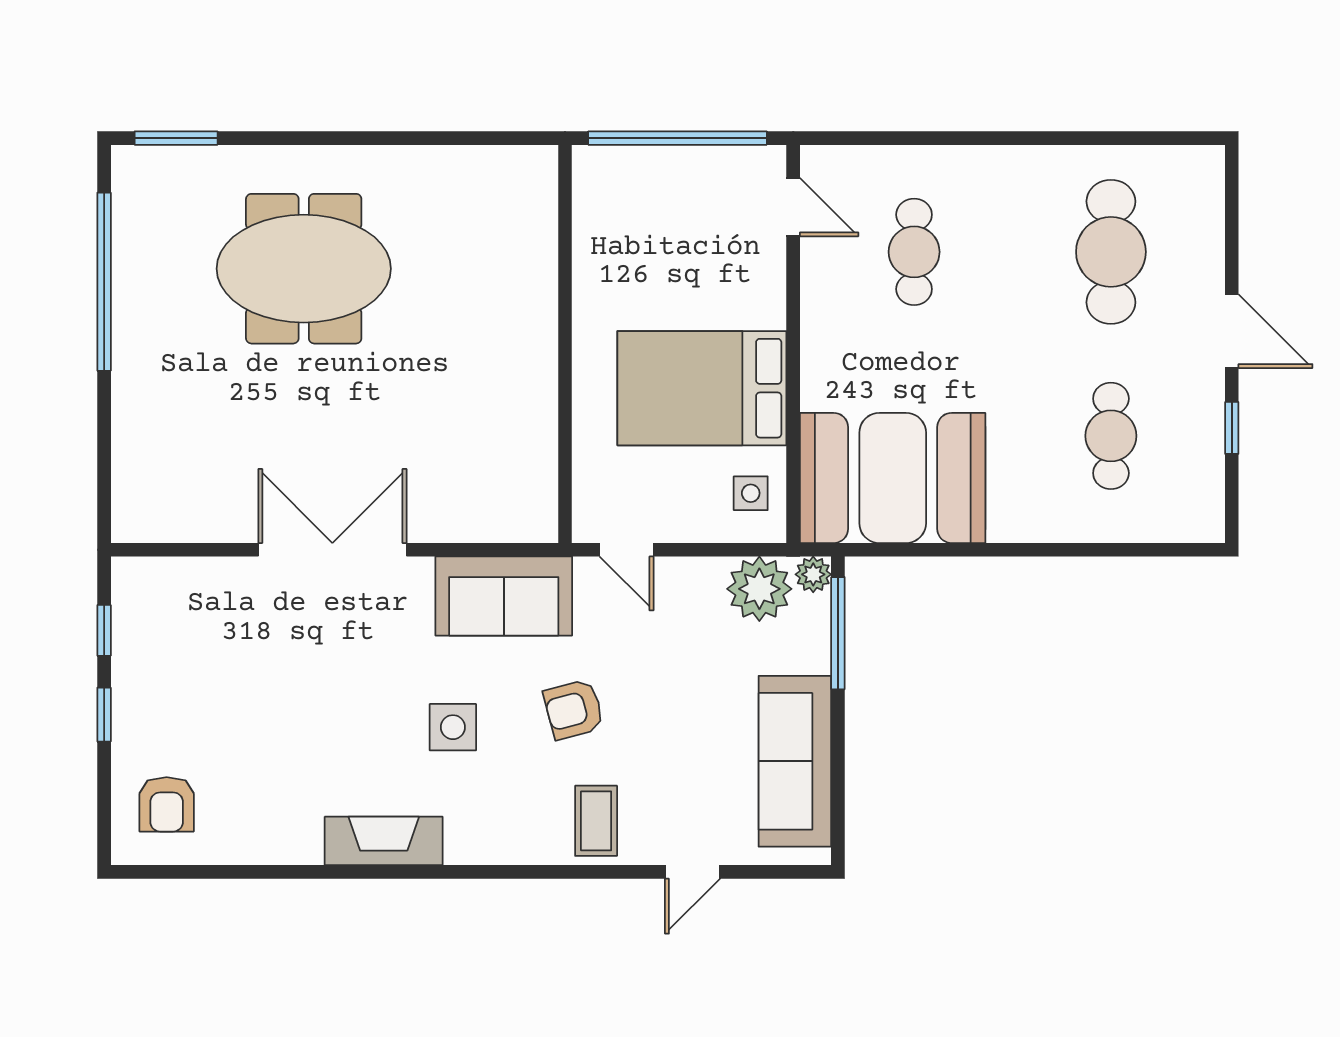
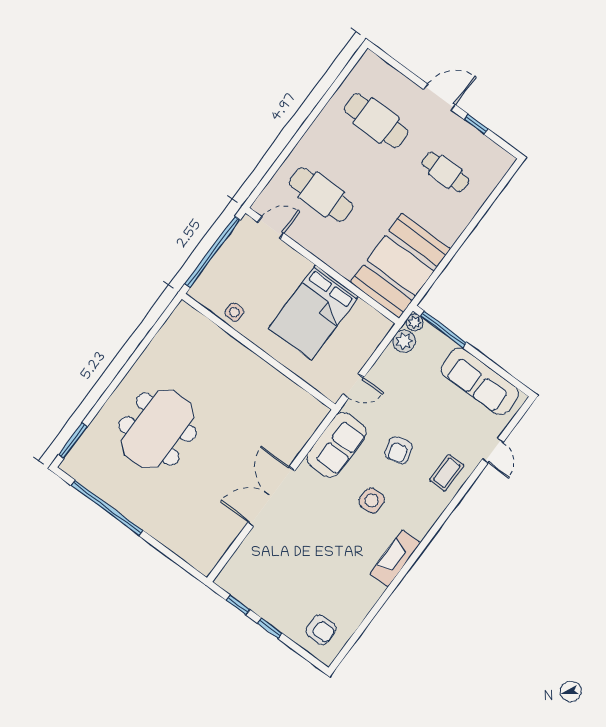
cafe table: (914, 252) -> (321, 195), width x1.37, depth x1.35
side table: (751, 493) -> (234, 312), moved
plant: (759, 589) -> (404, 341), width x0.73, depth x0.73
coffee table: (596, 821) -> (447, 473), turned 90

